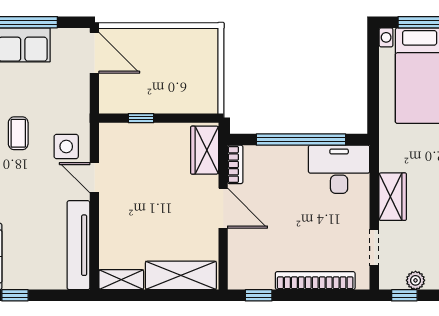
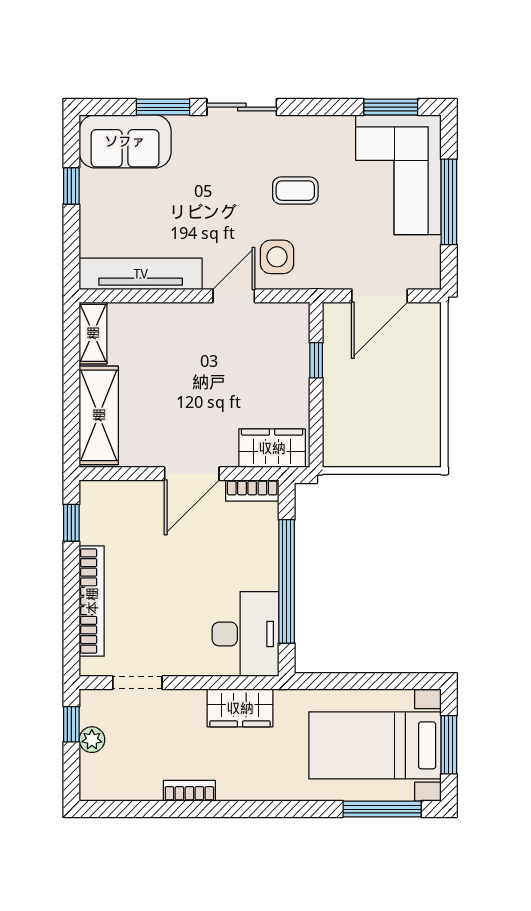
door: (94, 53) -> (380, 296), moved
wardrobe: (393, 197) -> (240, 708), moved

